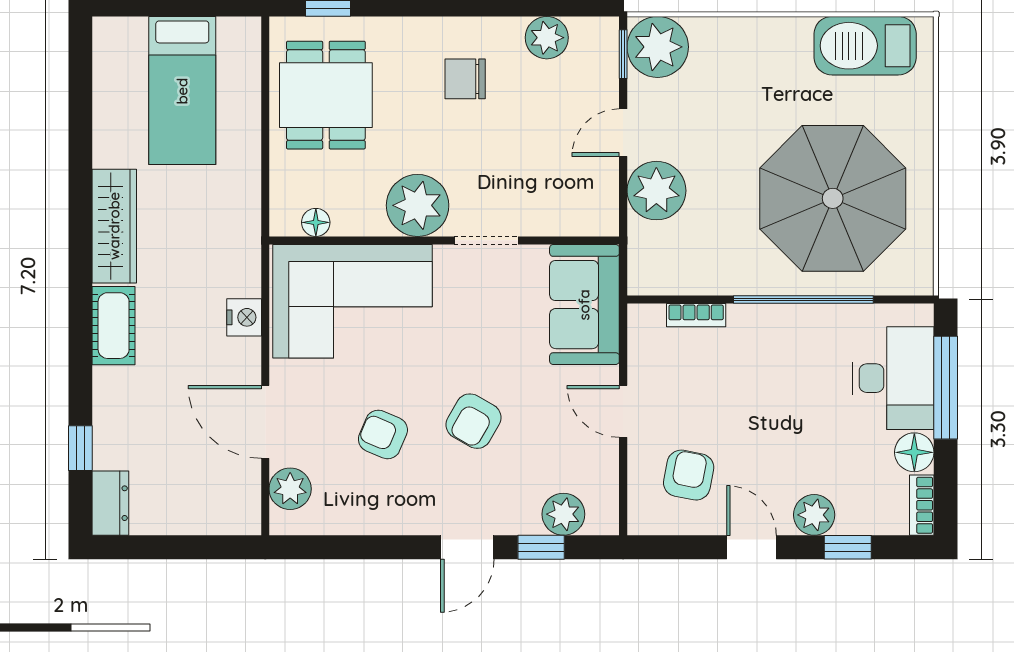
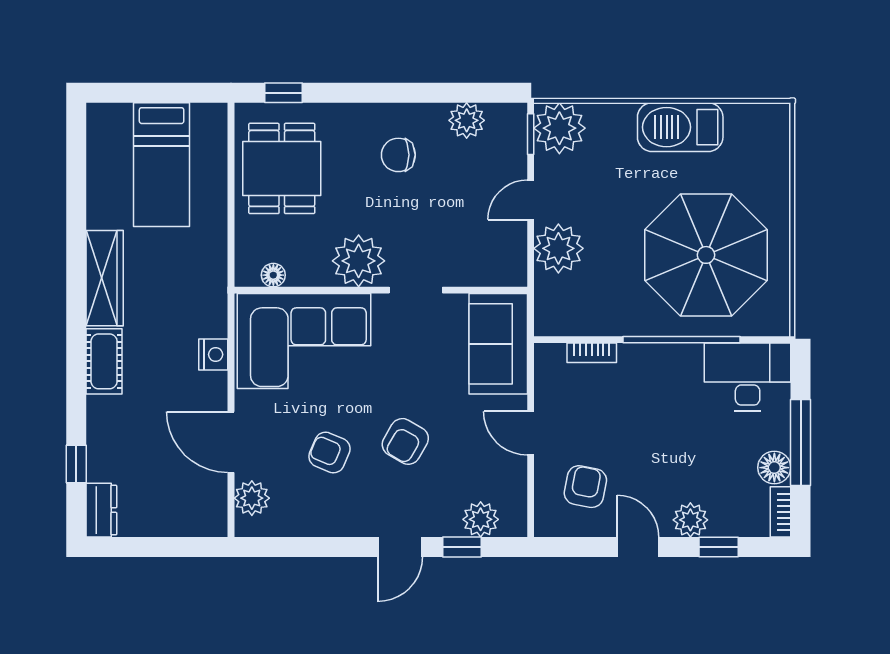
barbecue: (865, 46) -> (680, 127), moved
desk: (893, 378) -> (748, 377), moved, turned -90
window: (946, 388) -> (801, 442), moved

